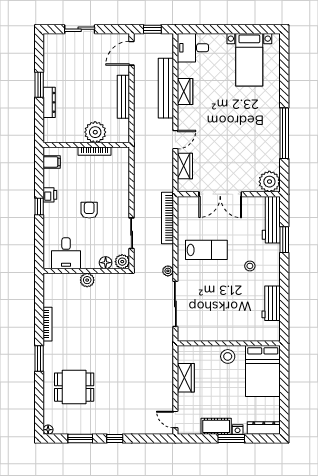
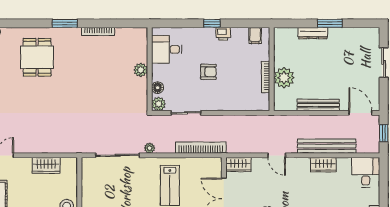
wardrobe: (185, 166) -> (238, 165), moved

